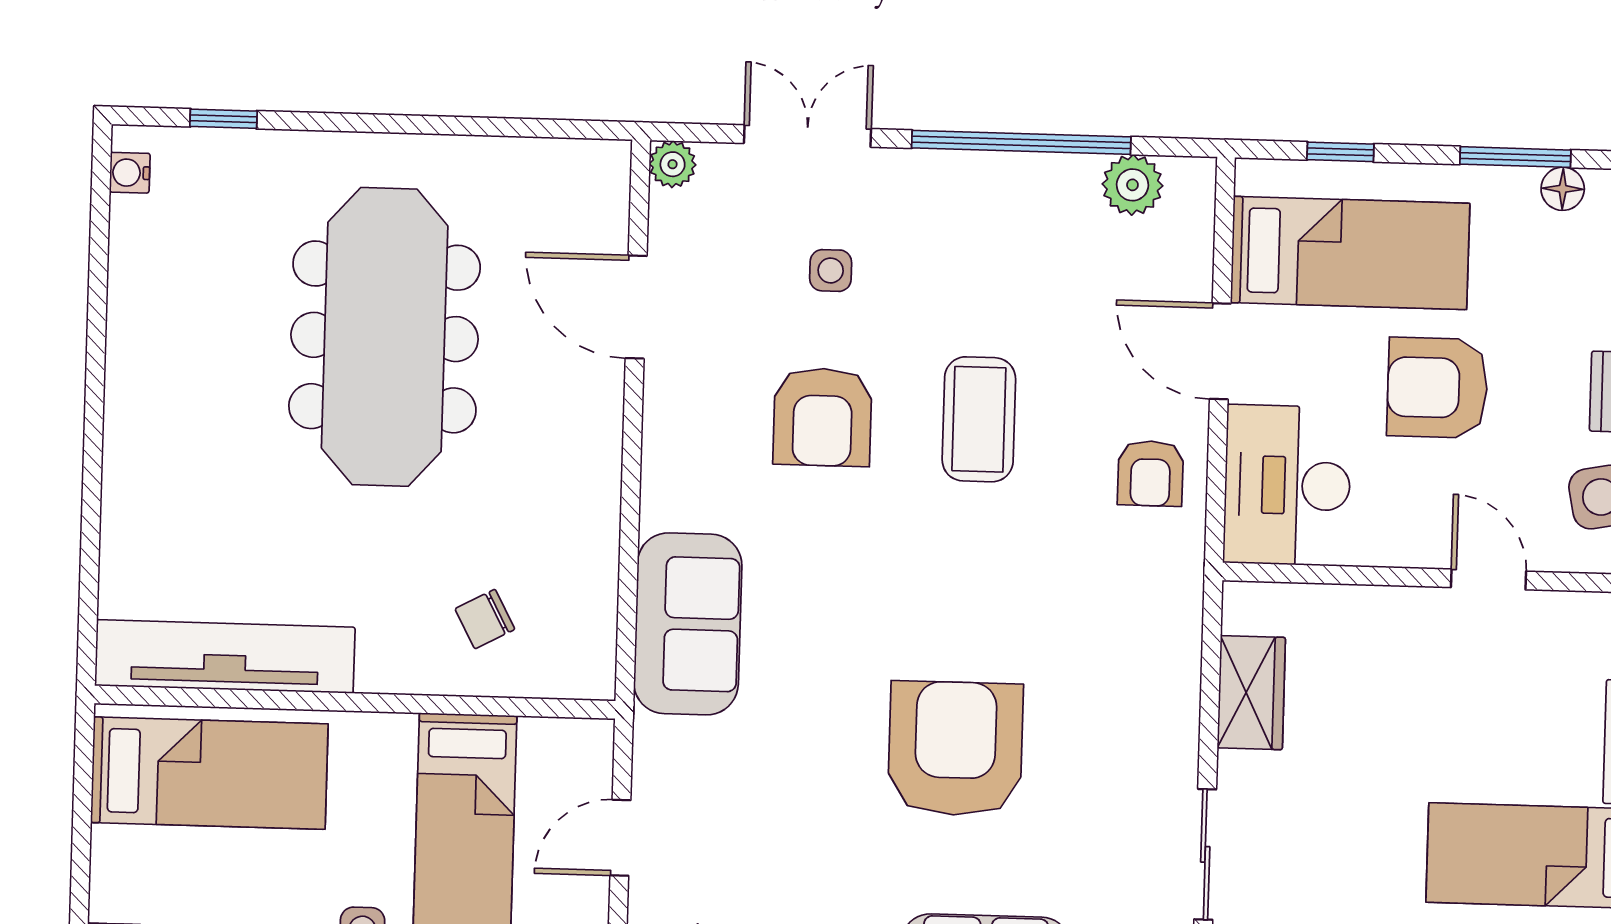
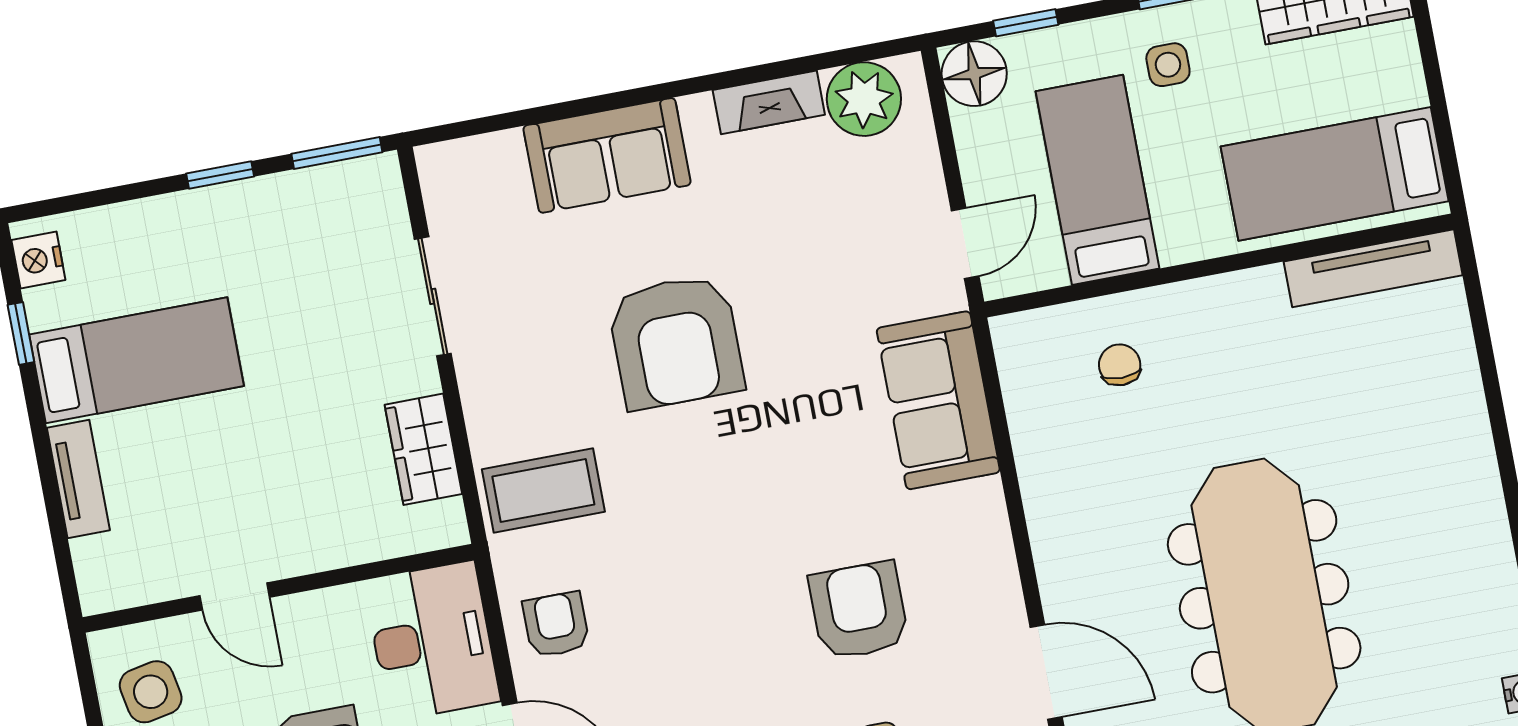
coffee table: (979, 419) -> (543, 490), moved, turned 90
chair: (485, 619) -> (1120, 365), turned -62
tv unit: (225, 656) -> (1373, 268), width x0.73, depth x0.78
door: (620, 838) -> (965, 243), moved

